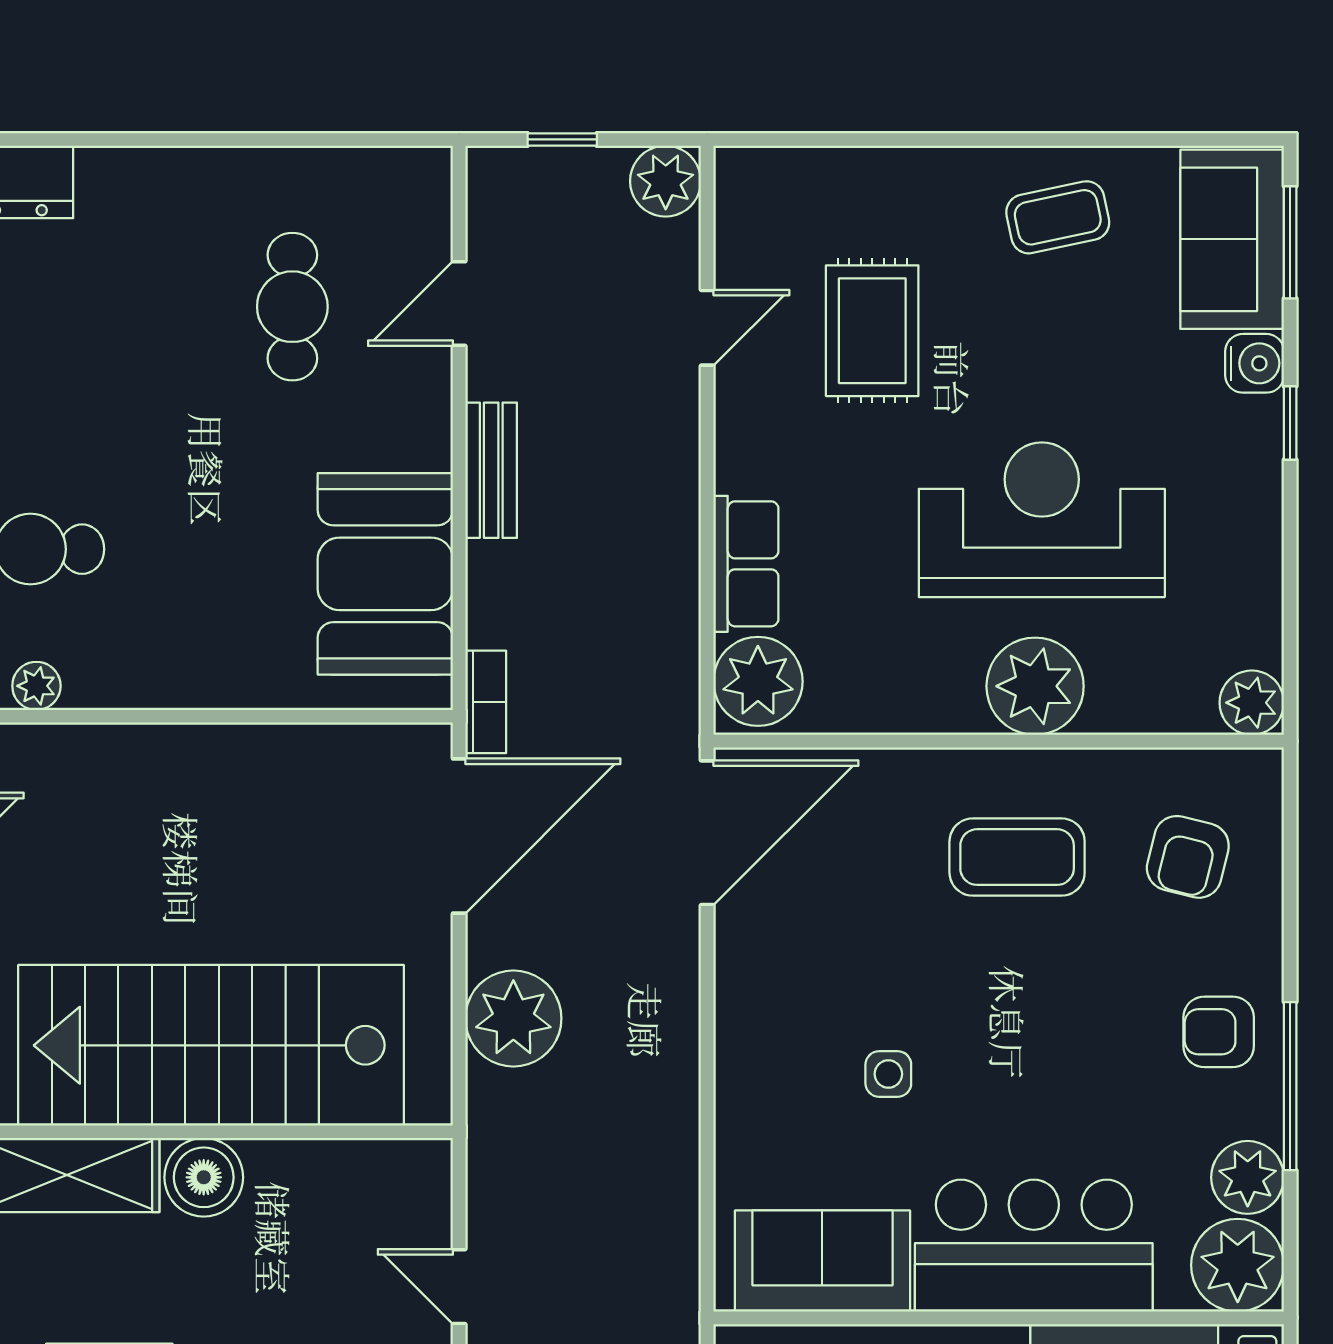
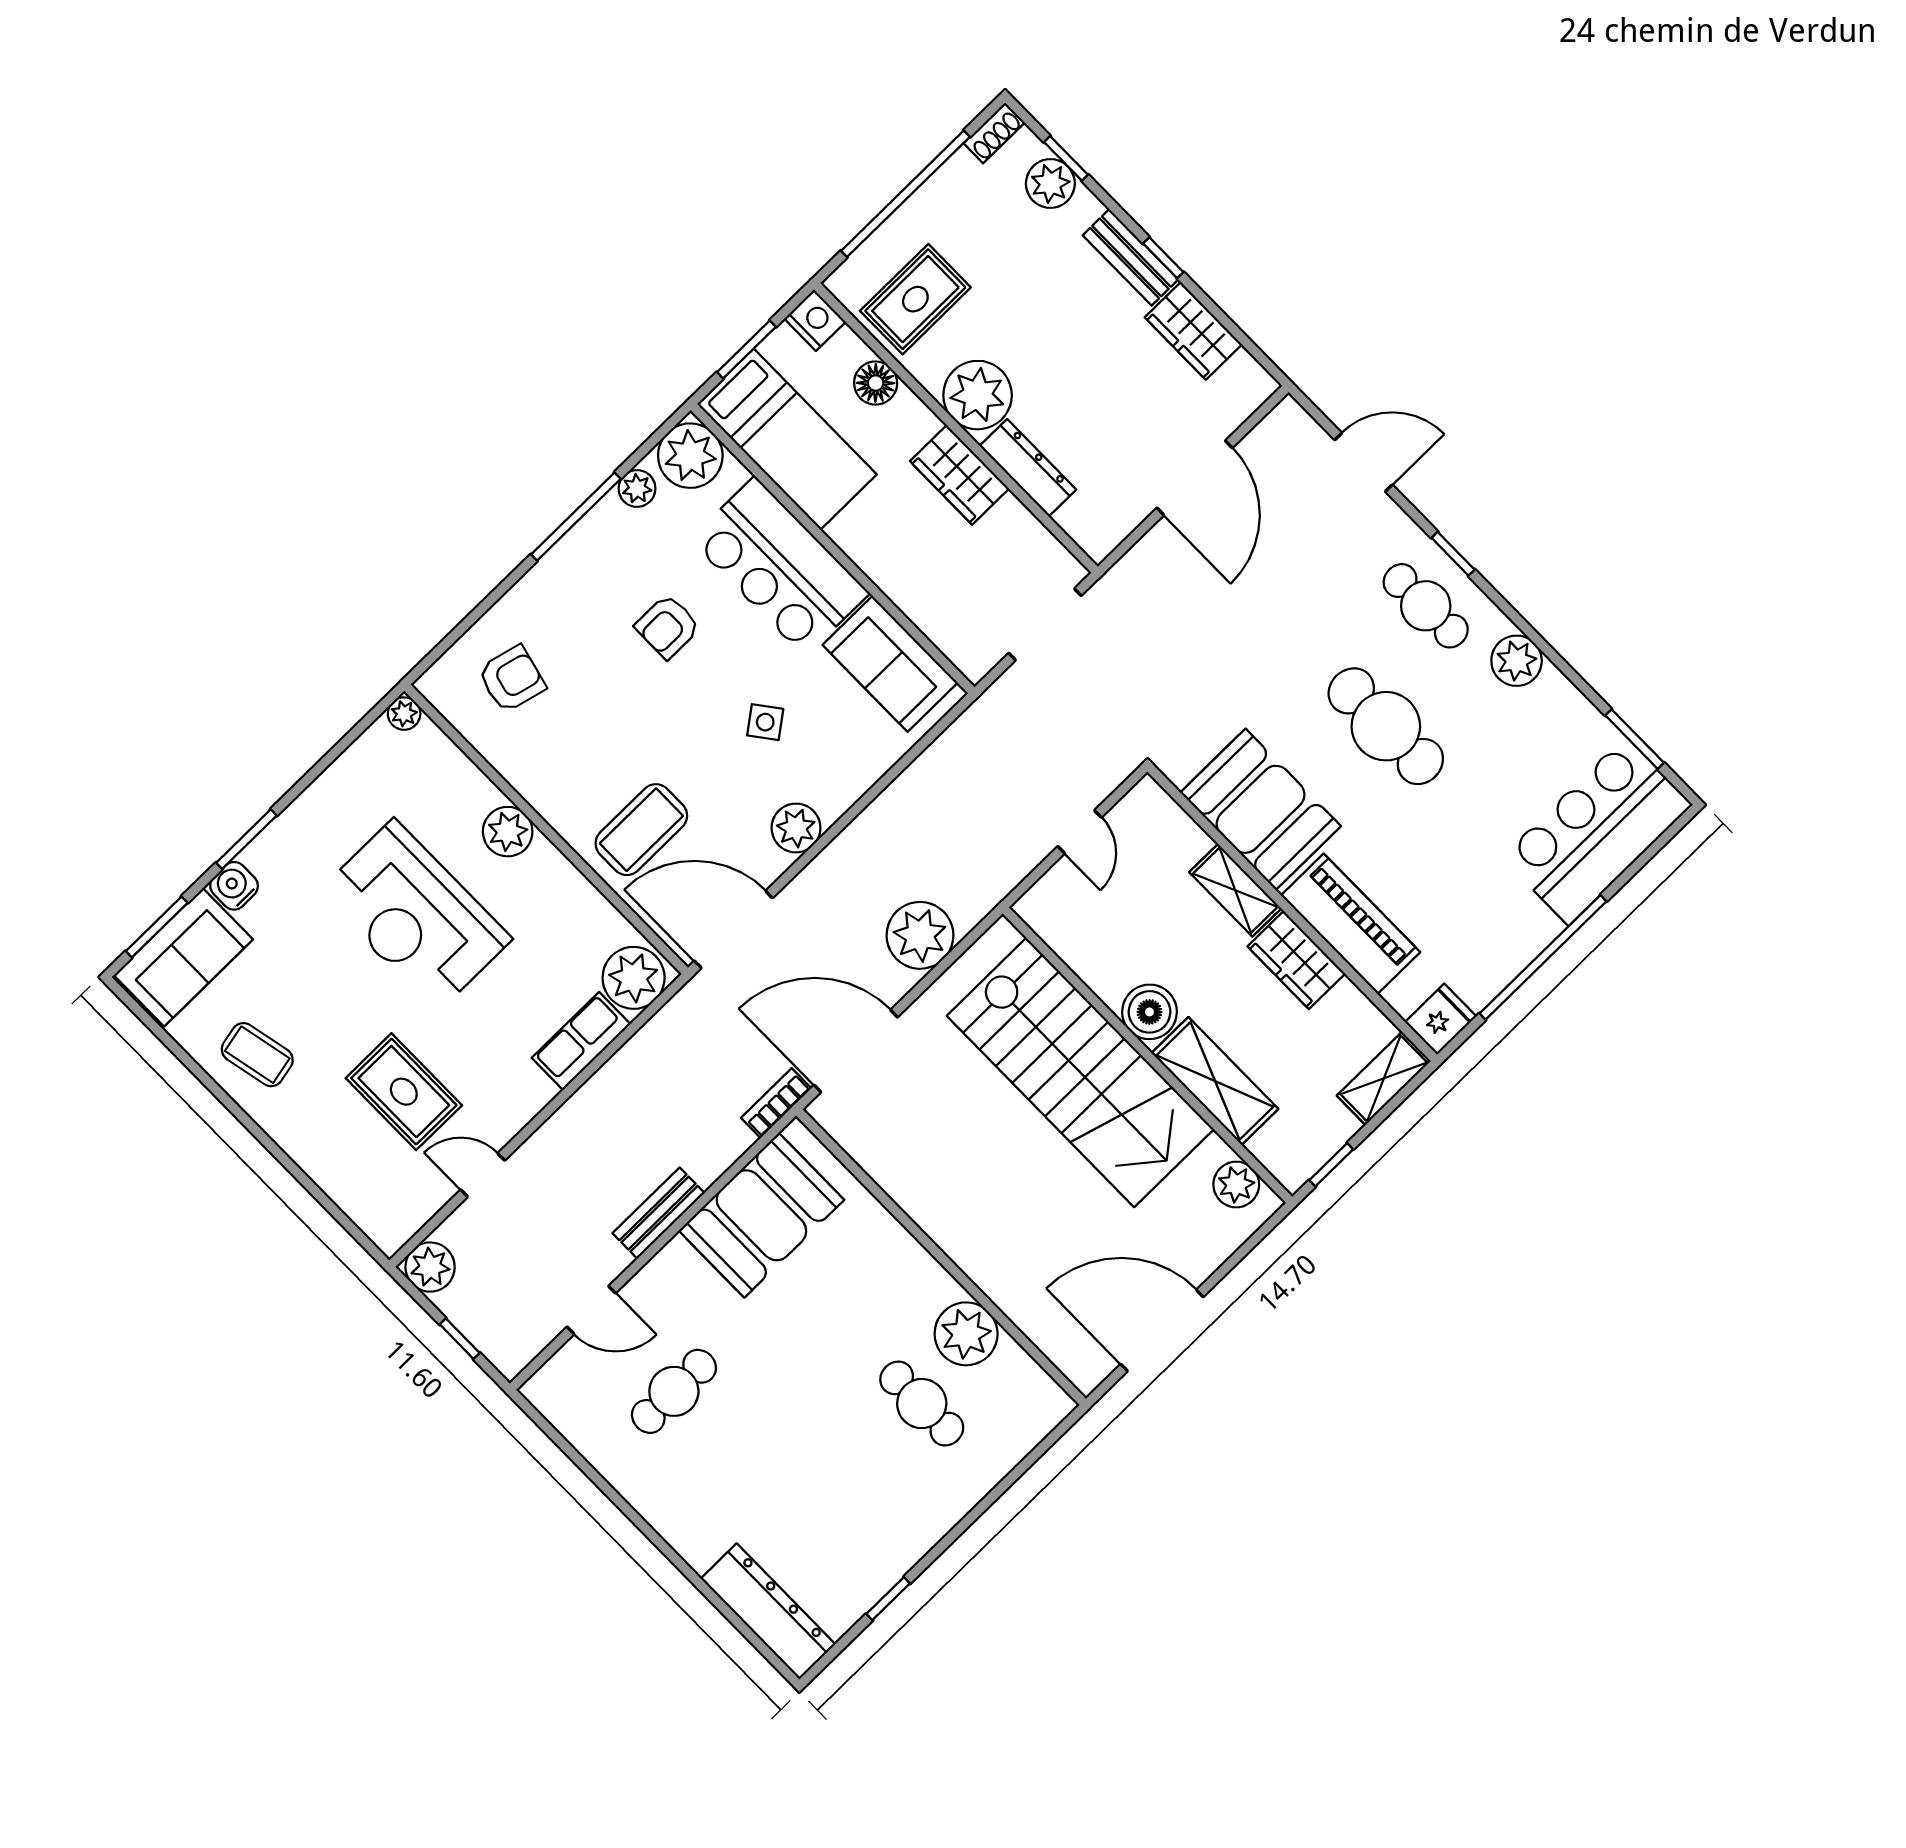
rug: (872, 331) -> (404, 1092), turned 90
window: (1290, 423) -> (246, 839), width x1.50
plant: (36, 686) -> (966, 1334), width x1.88, depth x1.88
plant: (1035, 686) -> (508, 832), width x0.73, depth x0.73
plant: (1252, 703) -> (404, 714), width x0.73, depth x0.73
coffee table: (1017, 857) -> (641, 830), moved, turned 90
plant: (748, 999) -> (796, 828), added
armchair: (1219, 1032) -> (668, 627), moved, turned 90
side table: (888, 1074) -> (765, 722), turned -37
plant: (1248, 1177) -> (637, 488), width x0.73, depth x0.73

